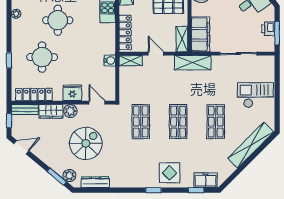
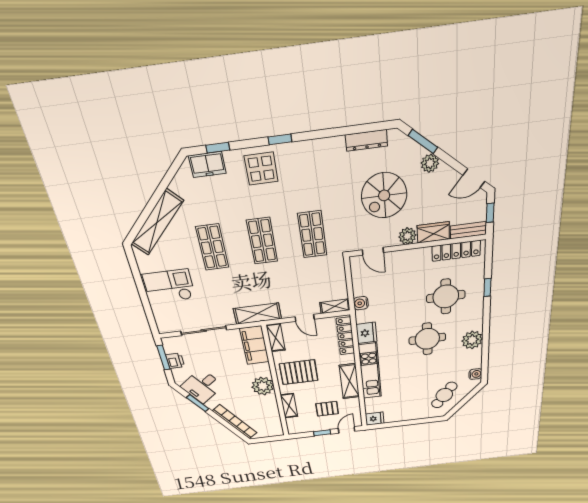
plant: (16, 14) -> (472, 340), width x1.88, depth x1.88
fridge: (72, 93) -> (366, 333), moved, turned -90
checkout: (255, 95) -> (169, 286), turned 180
plant: (69, 176) -> (430, 163), moved

